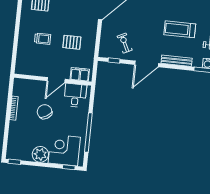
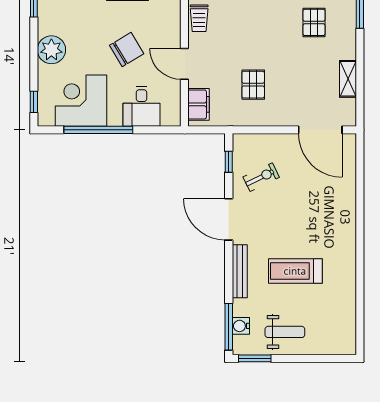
treadmill: (180, 29) -> (295, 271), turned -90
trolley: (43, 39) -> (199, 18), moved
desk: (75, 95) -> (141, 106), moved, turned 90
corner desk: (64, 150) -> (81, 101), moved, turned -90

